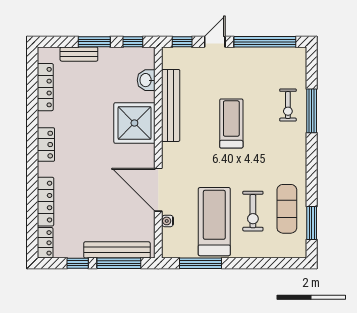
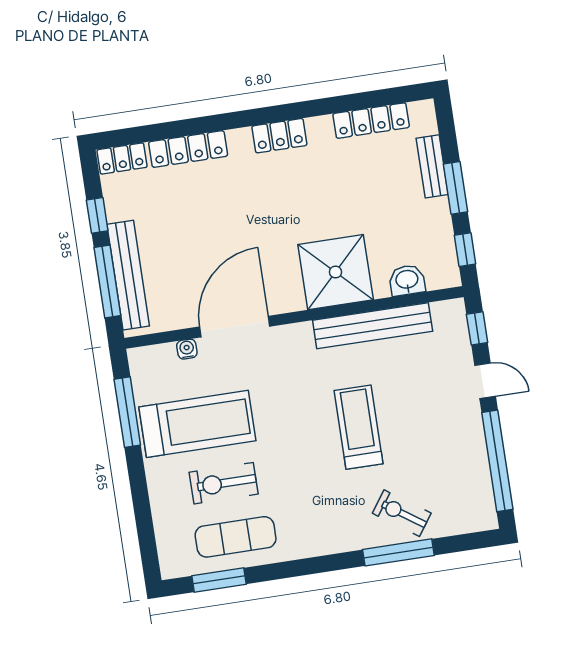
exercise bike: (288, 105) -> (402, 513), turned 35
treadmill: (231, 123) -> (359, 427), turned -90

